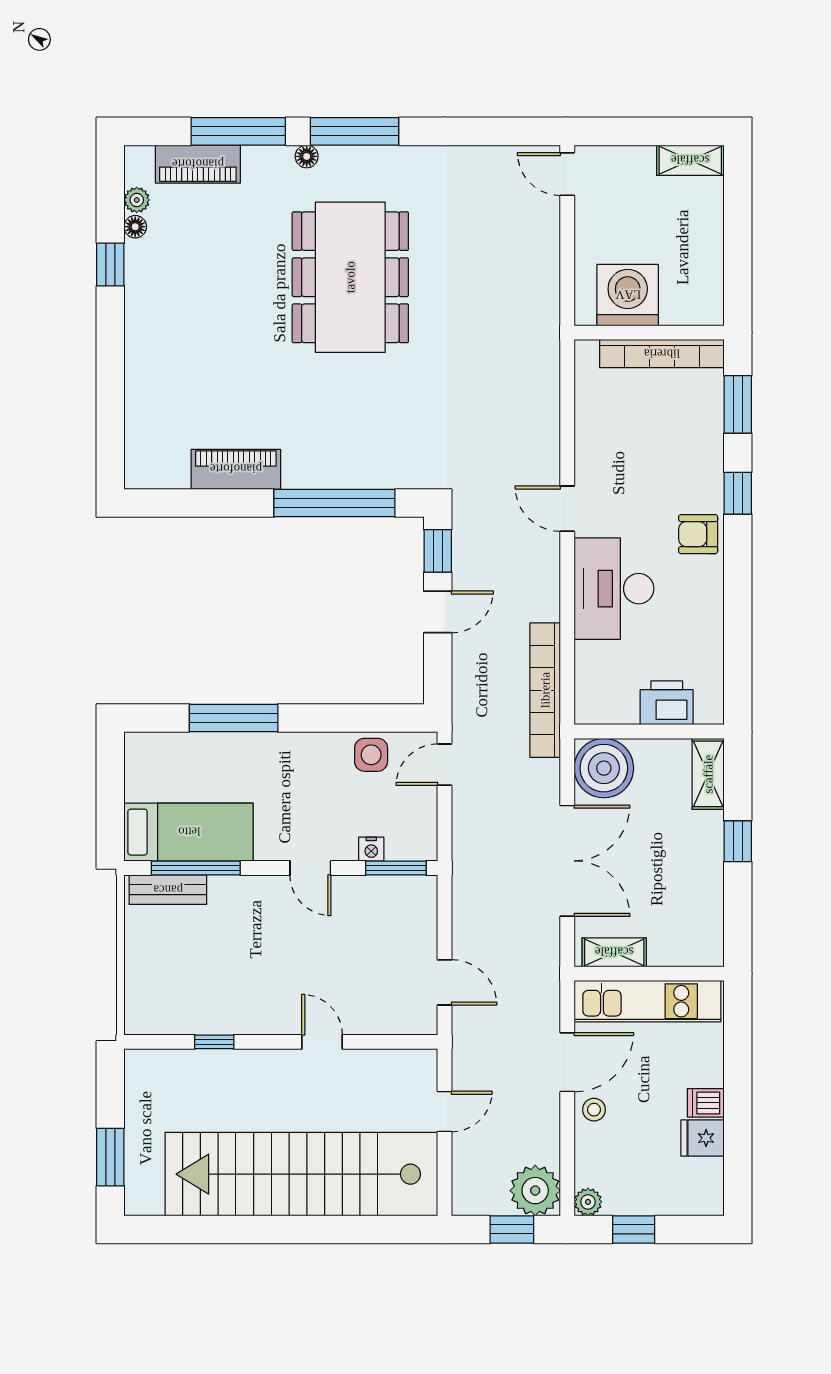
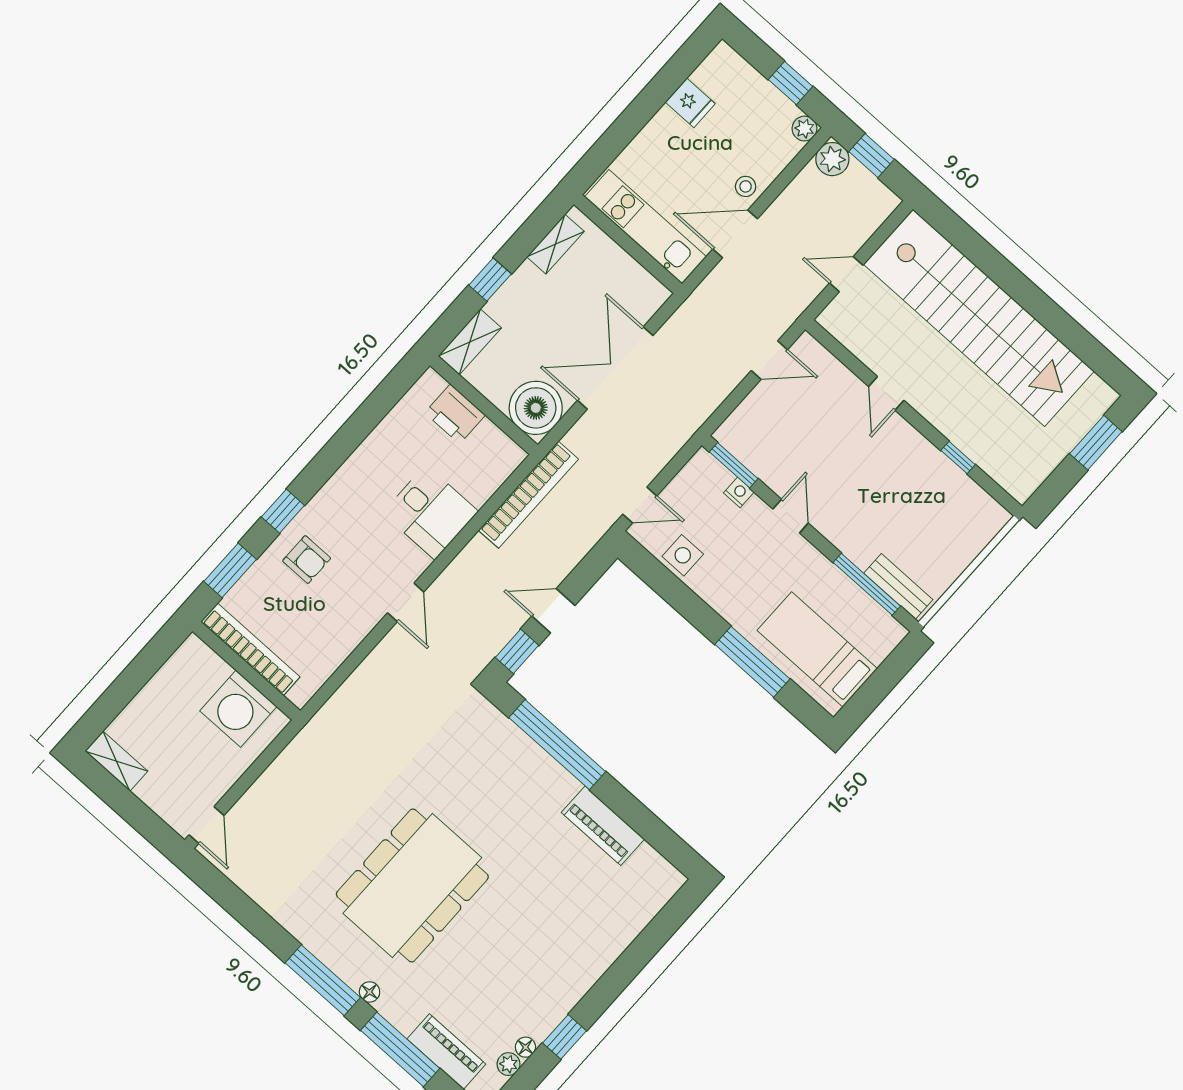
armchair: (698, 534) -> (307, 560), moved
desk: (614, 589) -> (430, 512), width x0.73
bed: (189, 832) -> (817, 649), moved
shelving: (614, 952) -> (555, 244), moved, turned 90
door: (445, 982) -> (769, 360), swing flipped
dishwasher: (706, 1103) -> (667, 124), removed
plant: (535, 1191) -> (832, 159), width x0.73, depth x0.73

